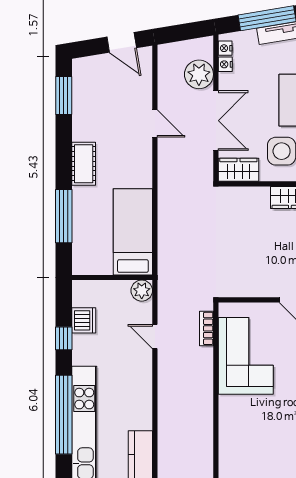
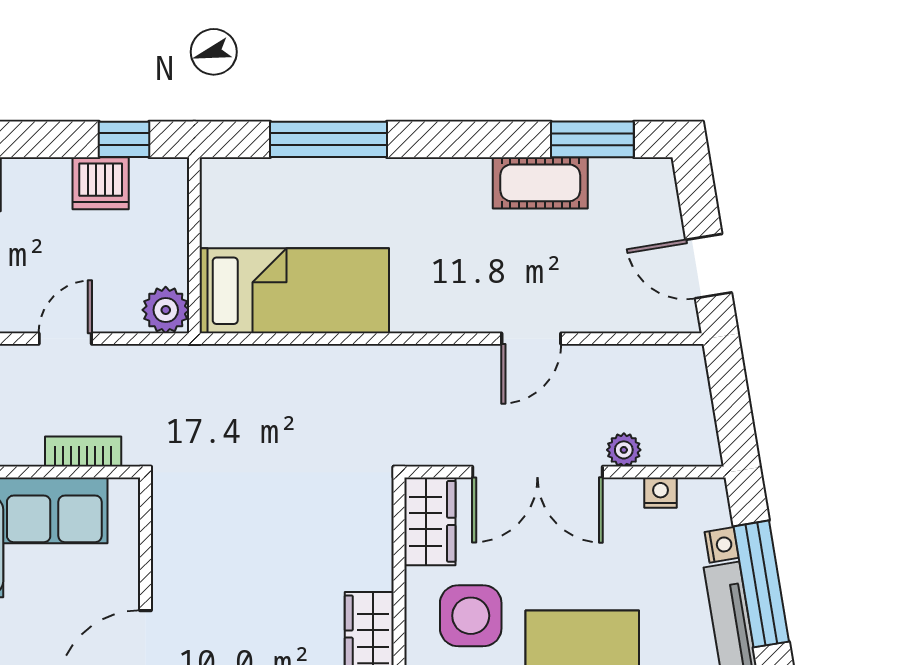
door: (122, 42) -> (709, 266), hinge flipped
nightstand: (225, 48) -> (722, 545), moved, turned 81
plant: (199, 74) -> (624, 450), width x0.53, depth x0.53
cot: (84, 164) -> (540, 183), moved
window: (64, 338) -> (124, 139), moved

